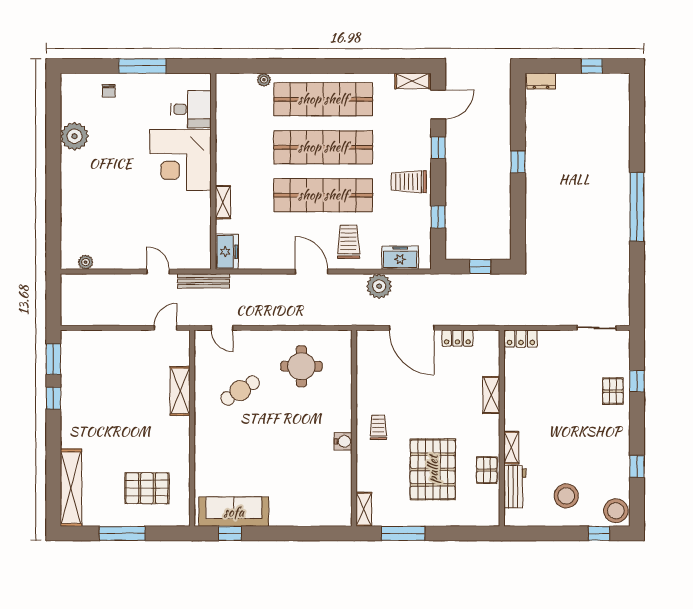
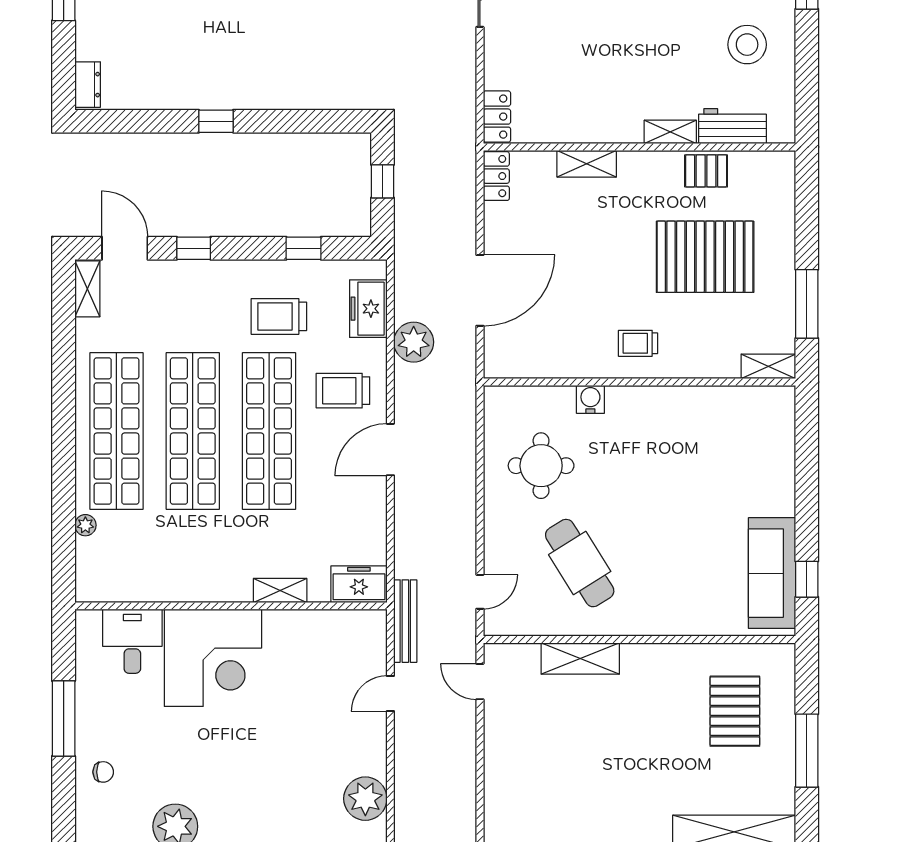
trolley: (409, 182) -> (279, 316), moved, turned 90
plant: (86, 262) -> (365, 799), width x1.88, depth x1.88
locker: (457, 338) -> (496, 176), moved
cafe table: (240, 391) -> (580, 563), width x1.37, depth x1.35
water cooler: (343, 441) -> (590, 399), moved

